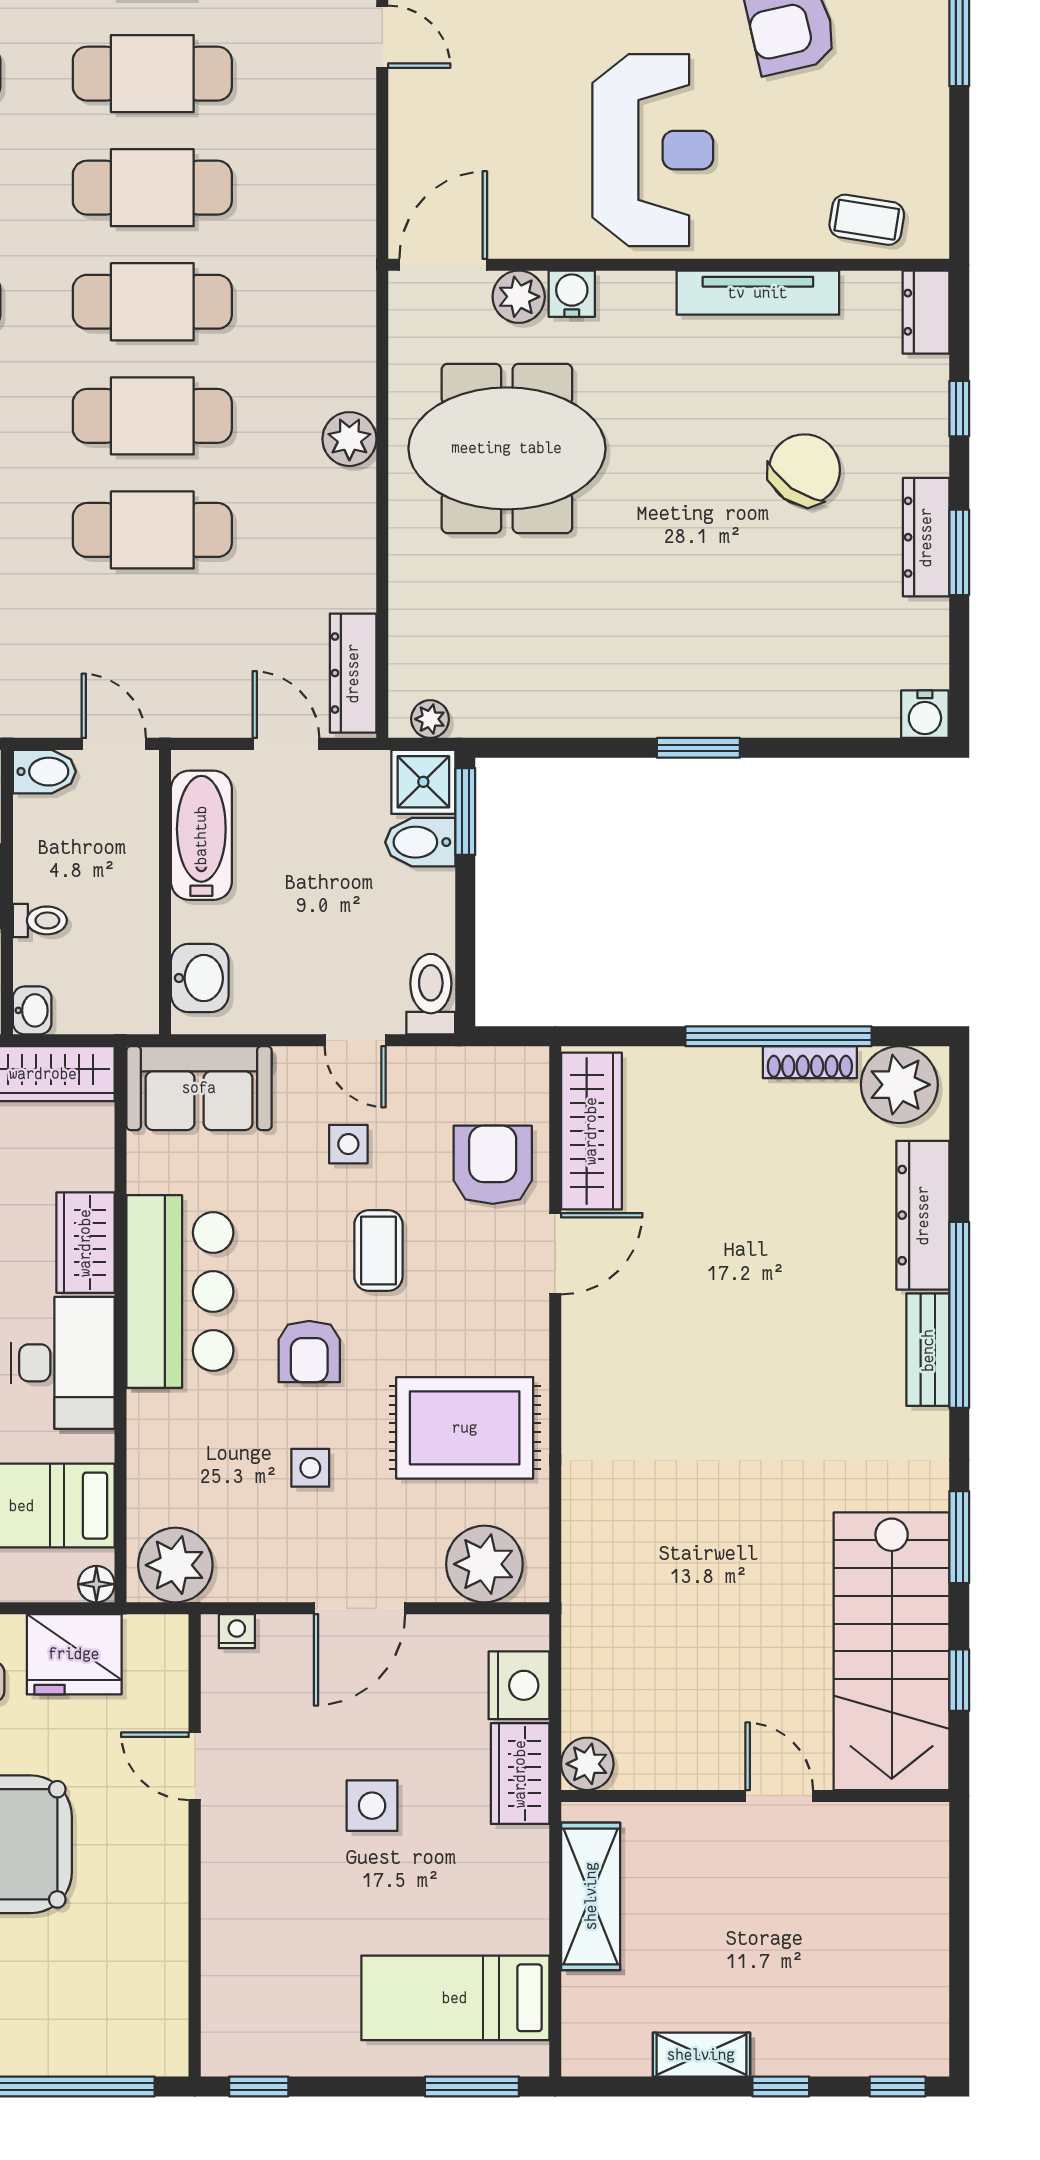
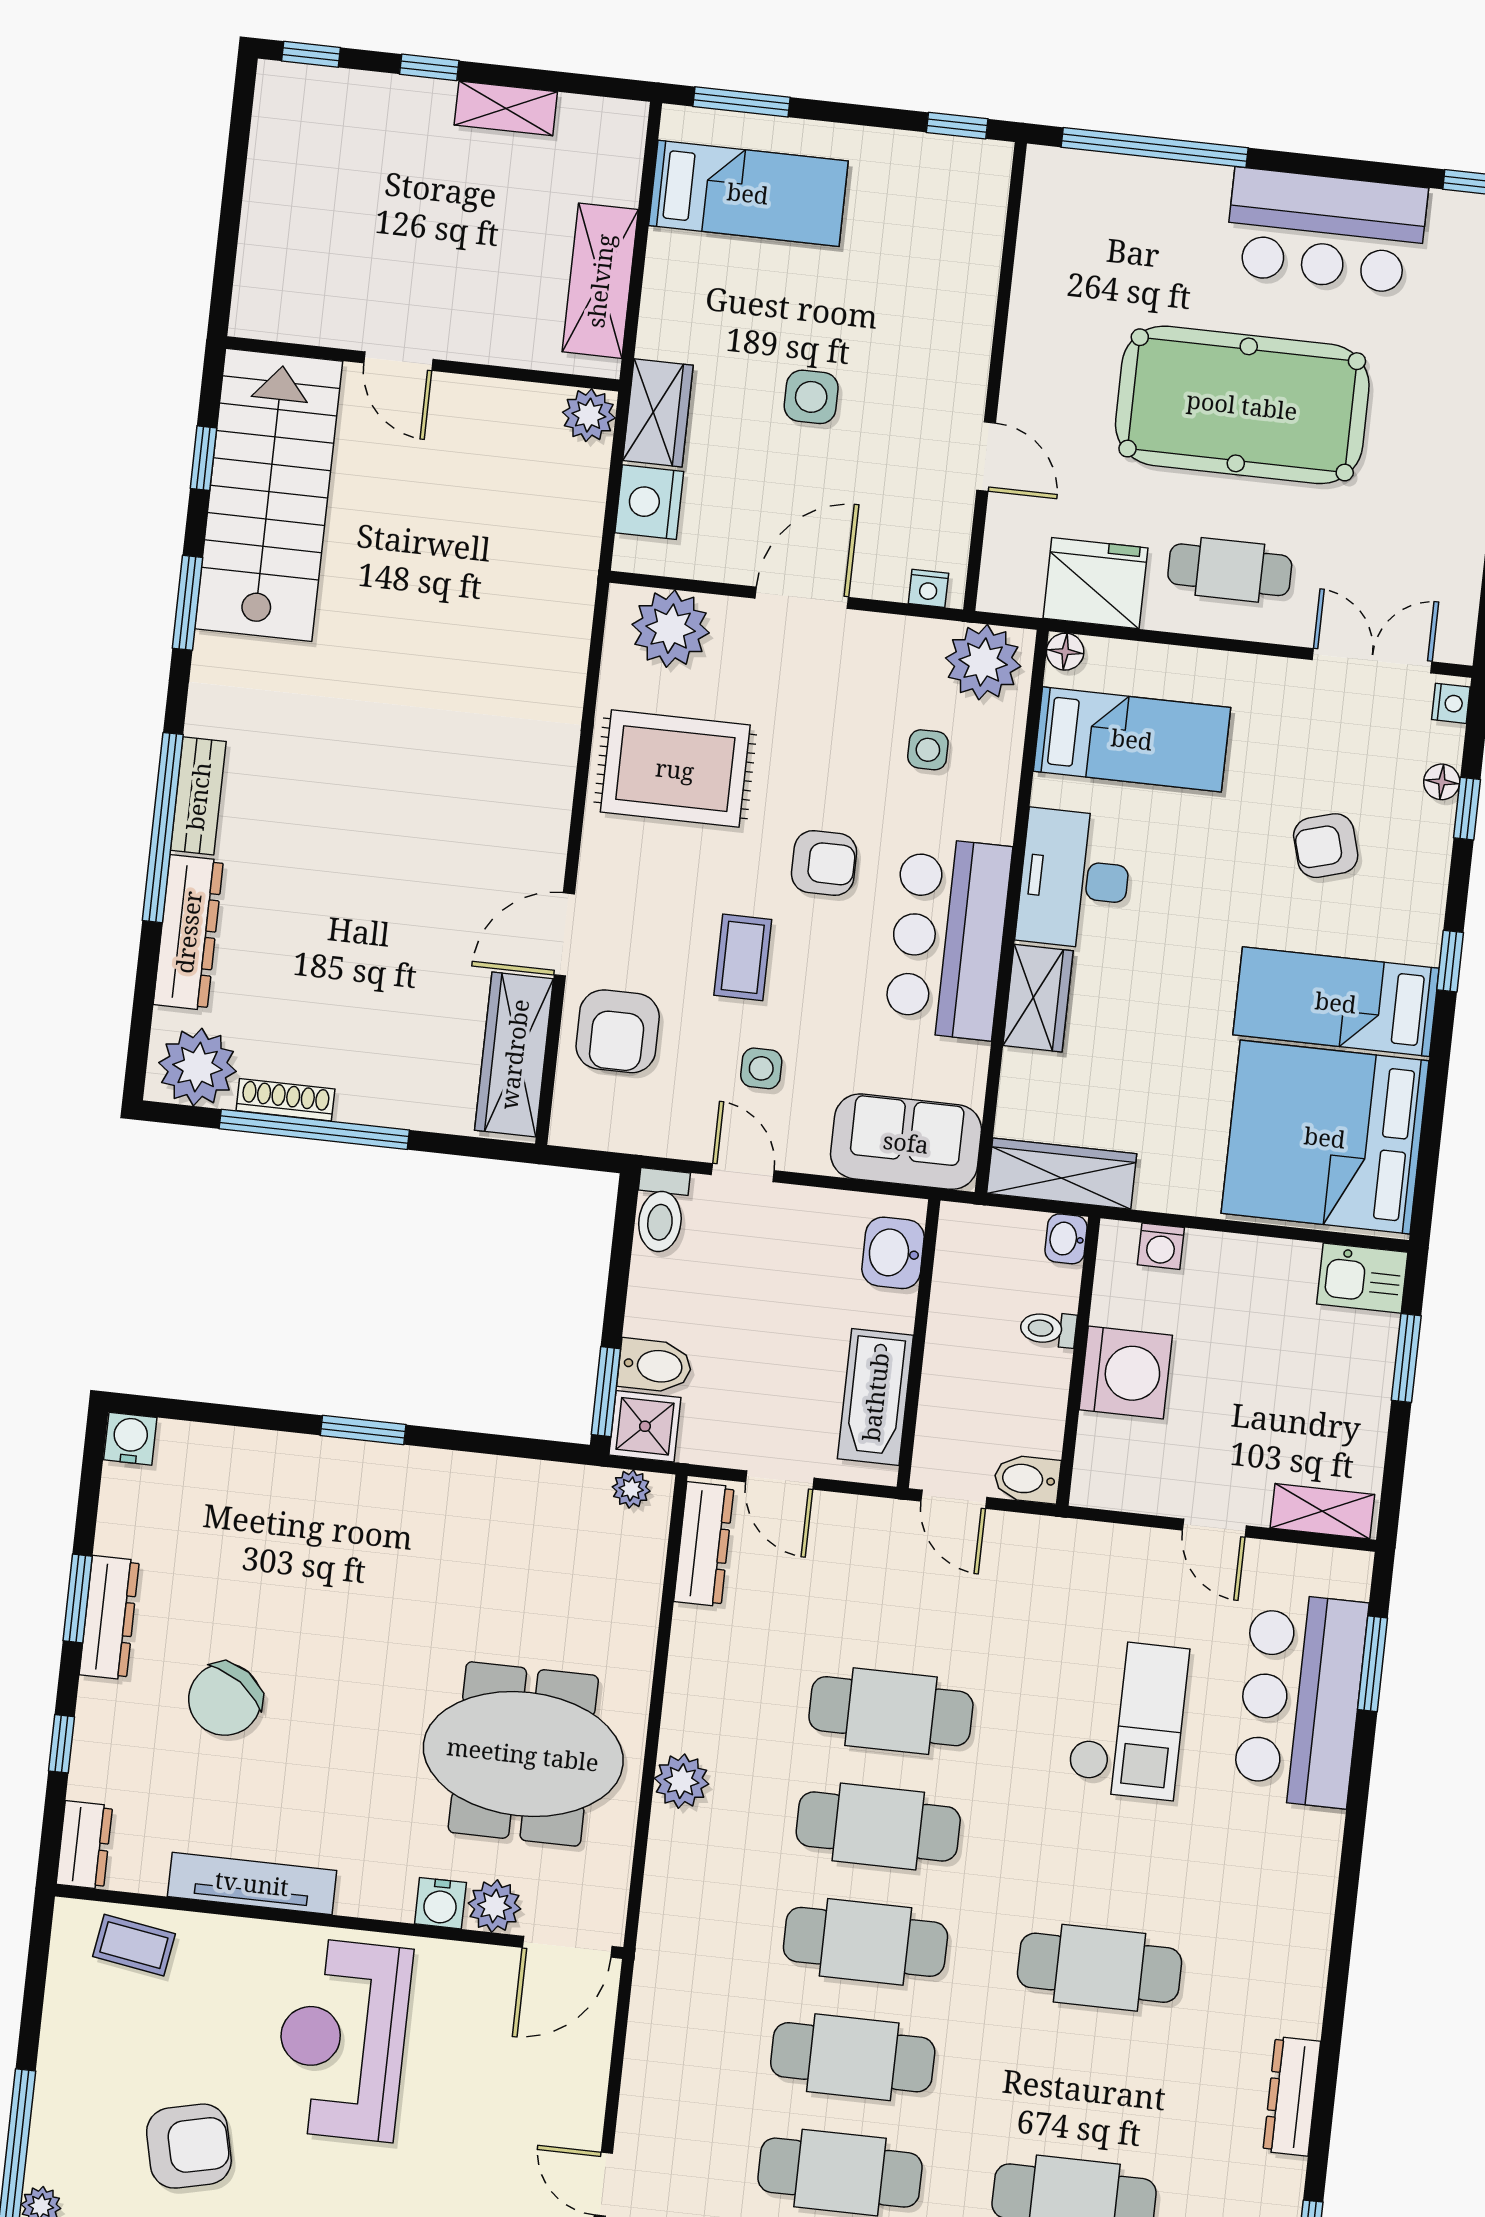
armchair: (309, 1352) -> (824, 863), turned 90
side table: (310, 1468) -> (928, 750), moved

